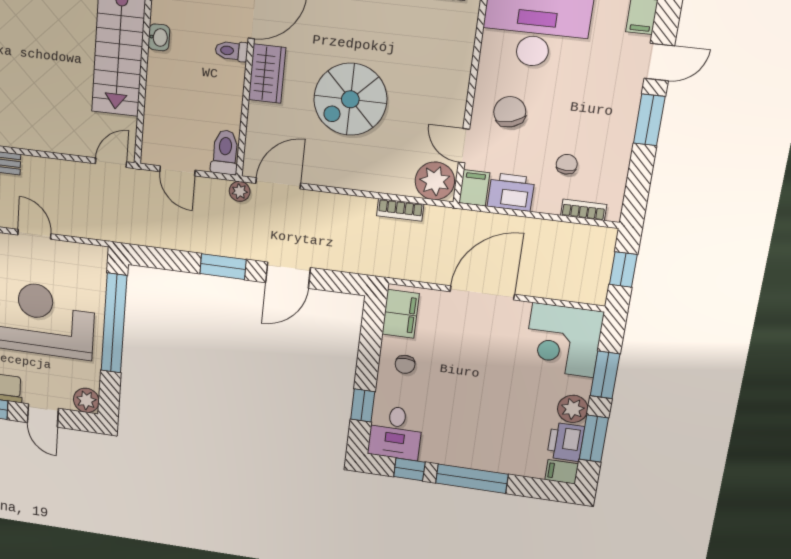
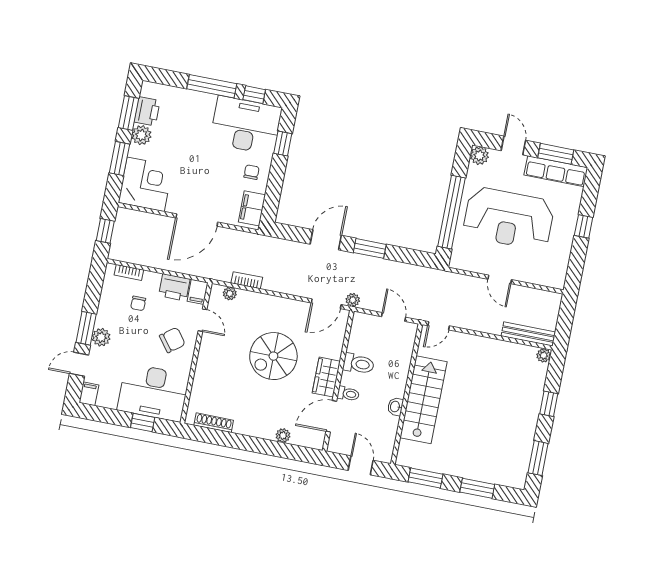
spiral stairs: (350, 99) -> (273, 356), turned 180
plant: (624, 108) -> (101, 337), added
chair: (510, 112) -> (172, 340), turned -111
toilet: (225, 152) -> (359, 364), moved, turned -90
plant: (435, 181) -> (230, 294), width x0.53, depth x0.53
desk: (395, 432) -> (246, 125), width x1.87, depth x1.30
filing cabinet: (562, 472) -> (151, 89), removed

